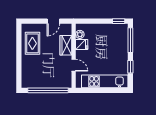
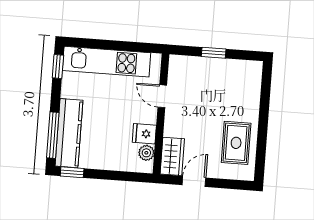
kitchen counter: (122, 42) -> (69, 133), added
wardrobe: (66, 45) -> (172, 156), moved
window: (130, 67) -> (58, 66), moved
window: (48, 90) -> (214, 53), width x0.32

